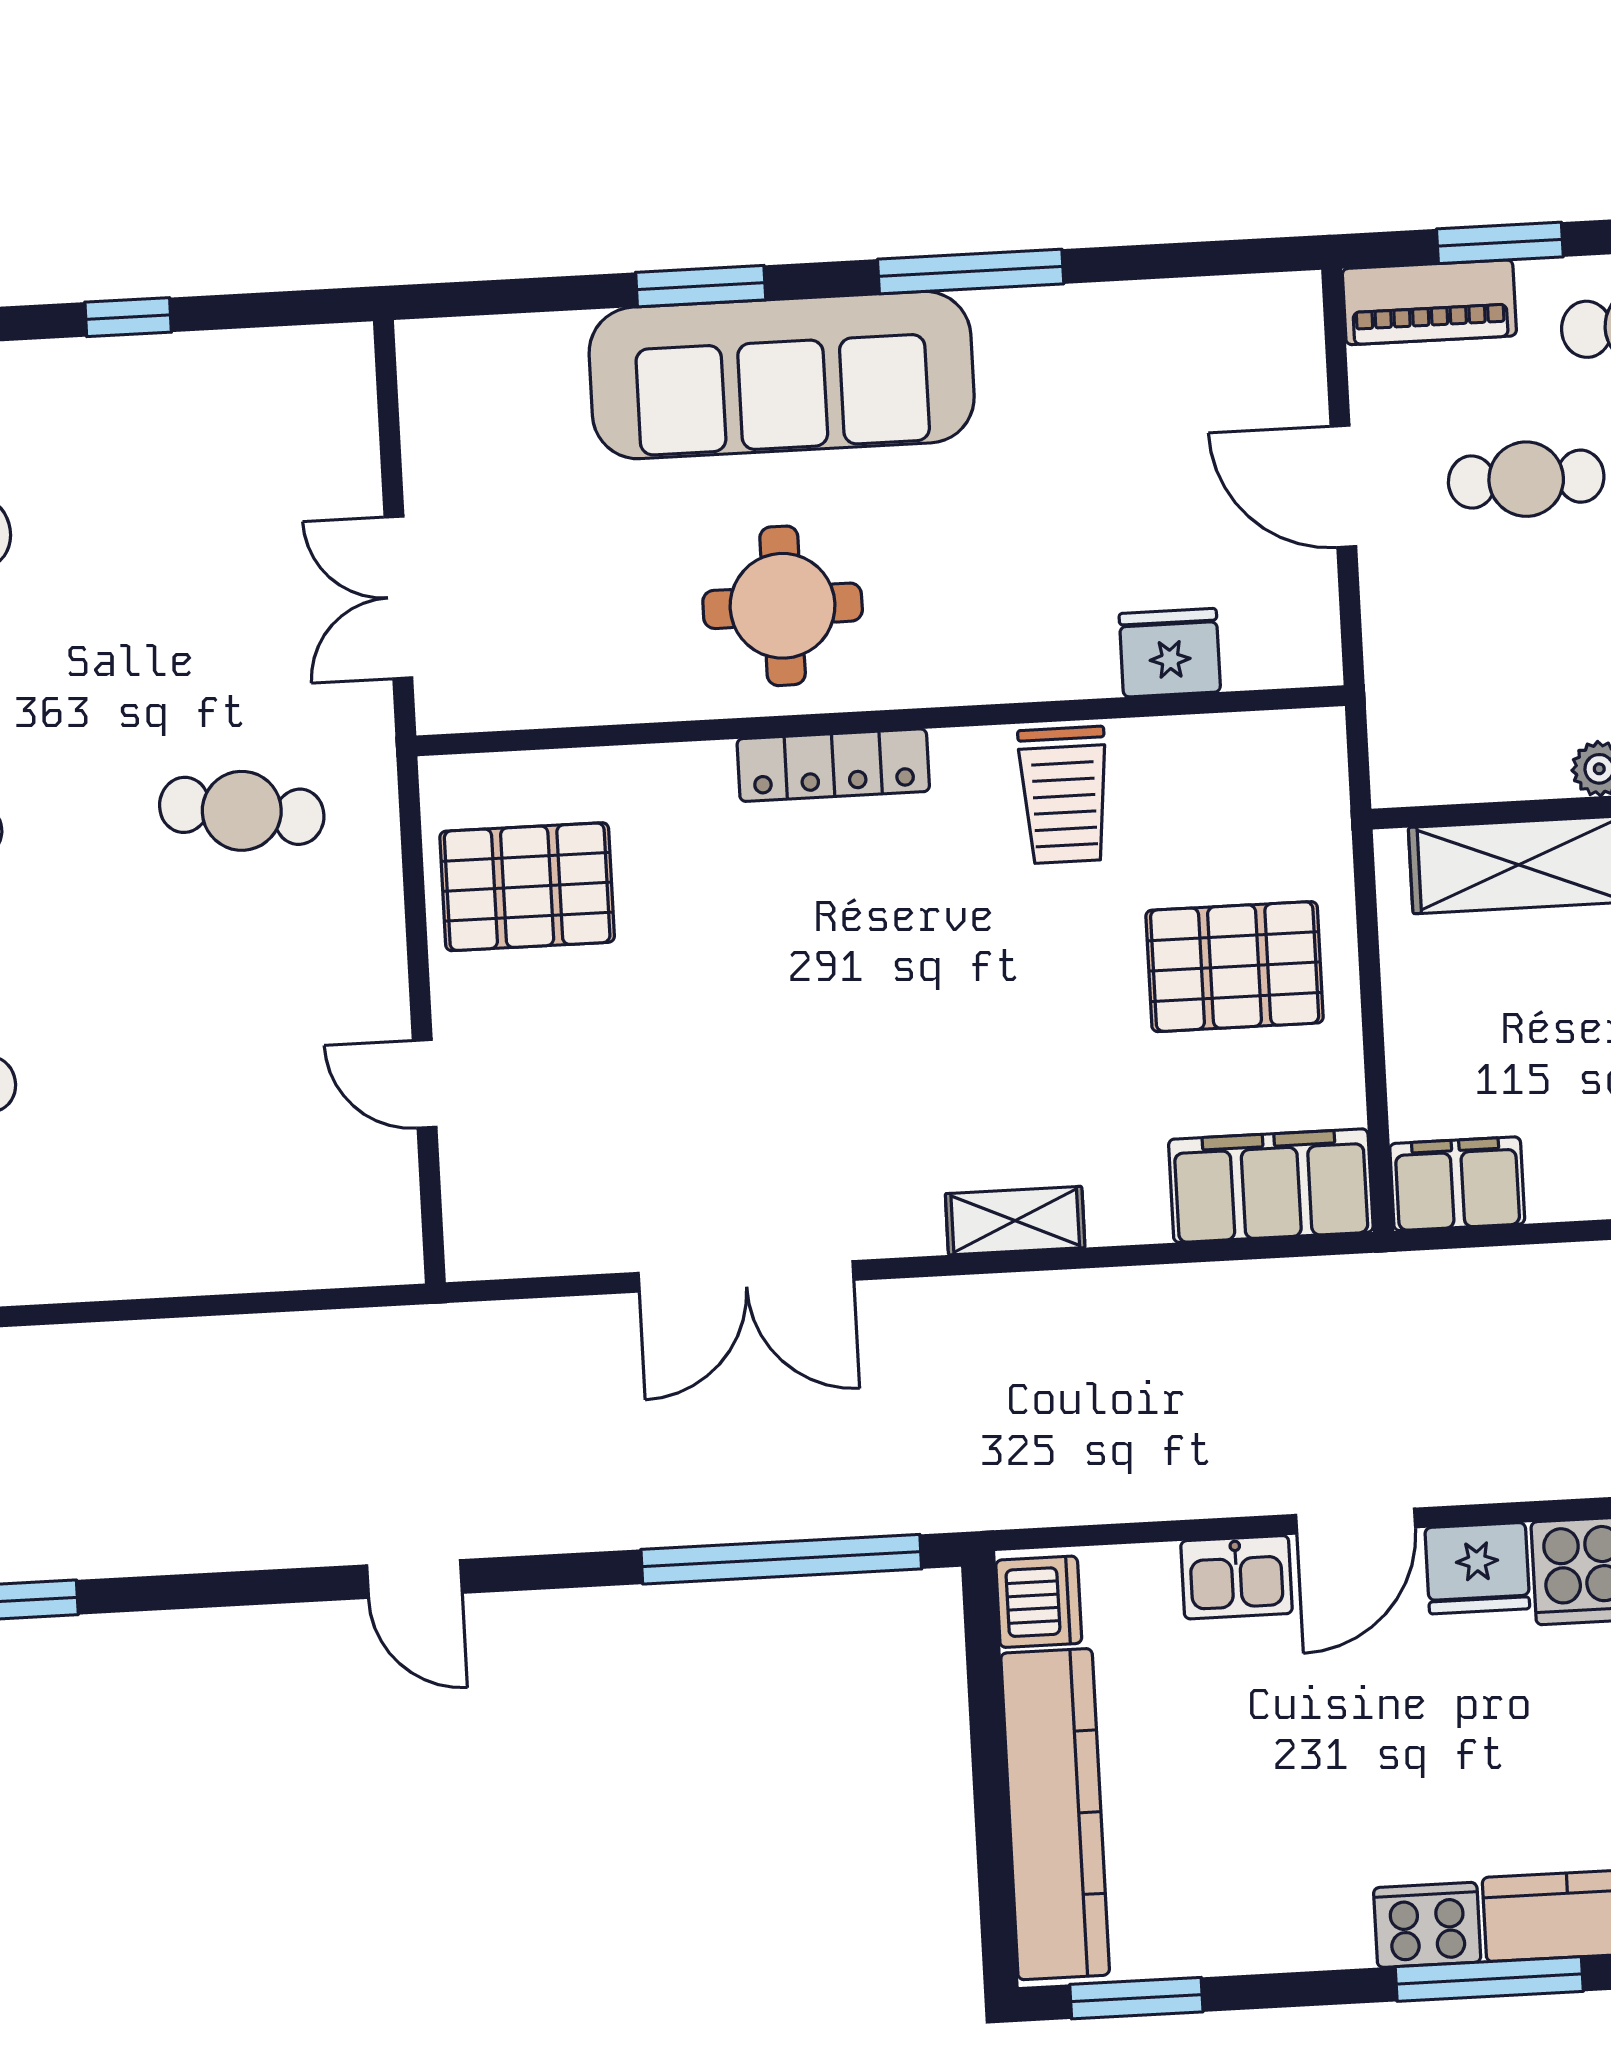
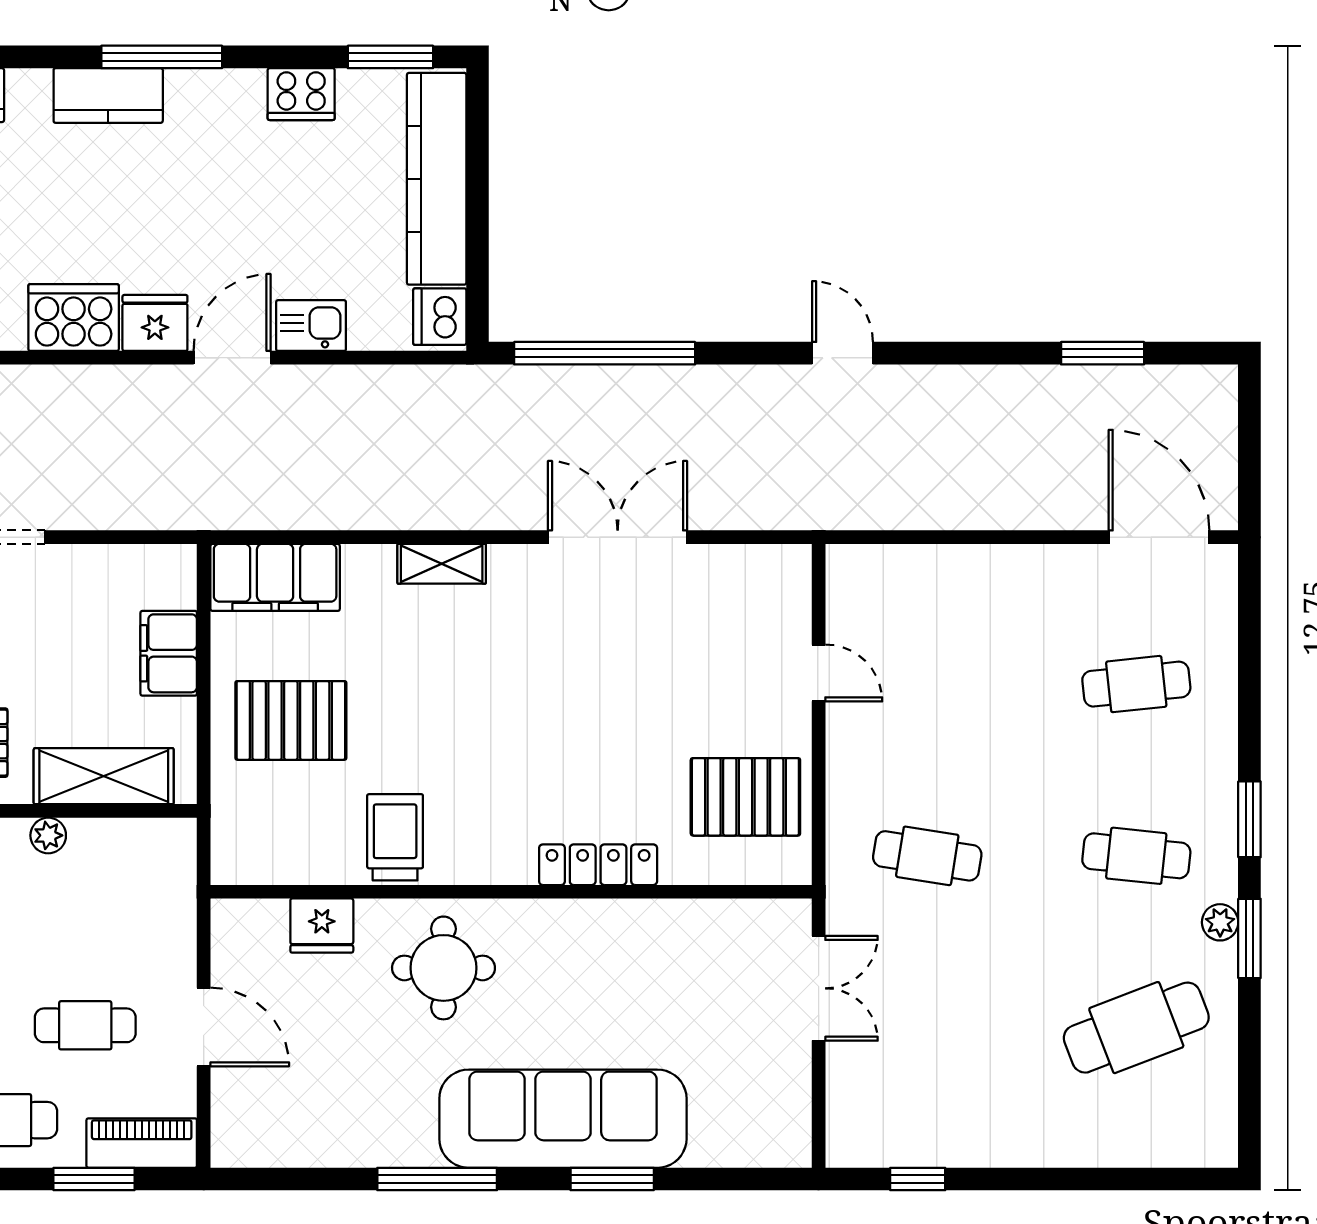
window: (128, 317) -> (918, 1179), moved
round table: (783, 606) -> (443, 968), moved
locker: (833, 765) -> (598, 865), moved
filing cabinet: (1457, 1184) -> (169, 653), moved, turned 90
cooker: (1427, 1925) -> (301, 94), moved

